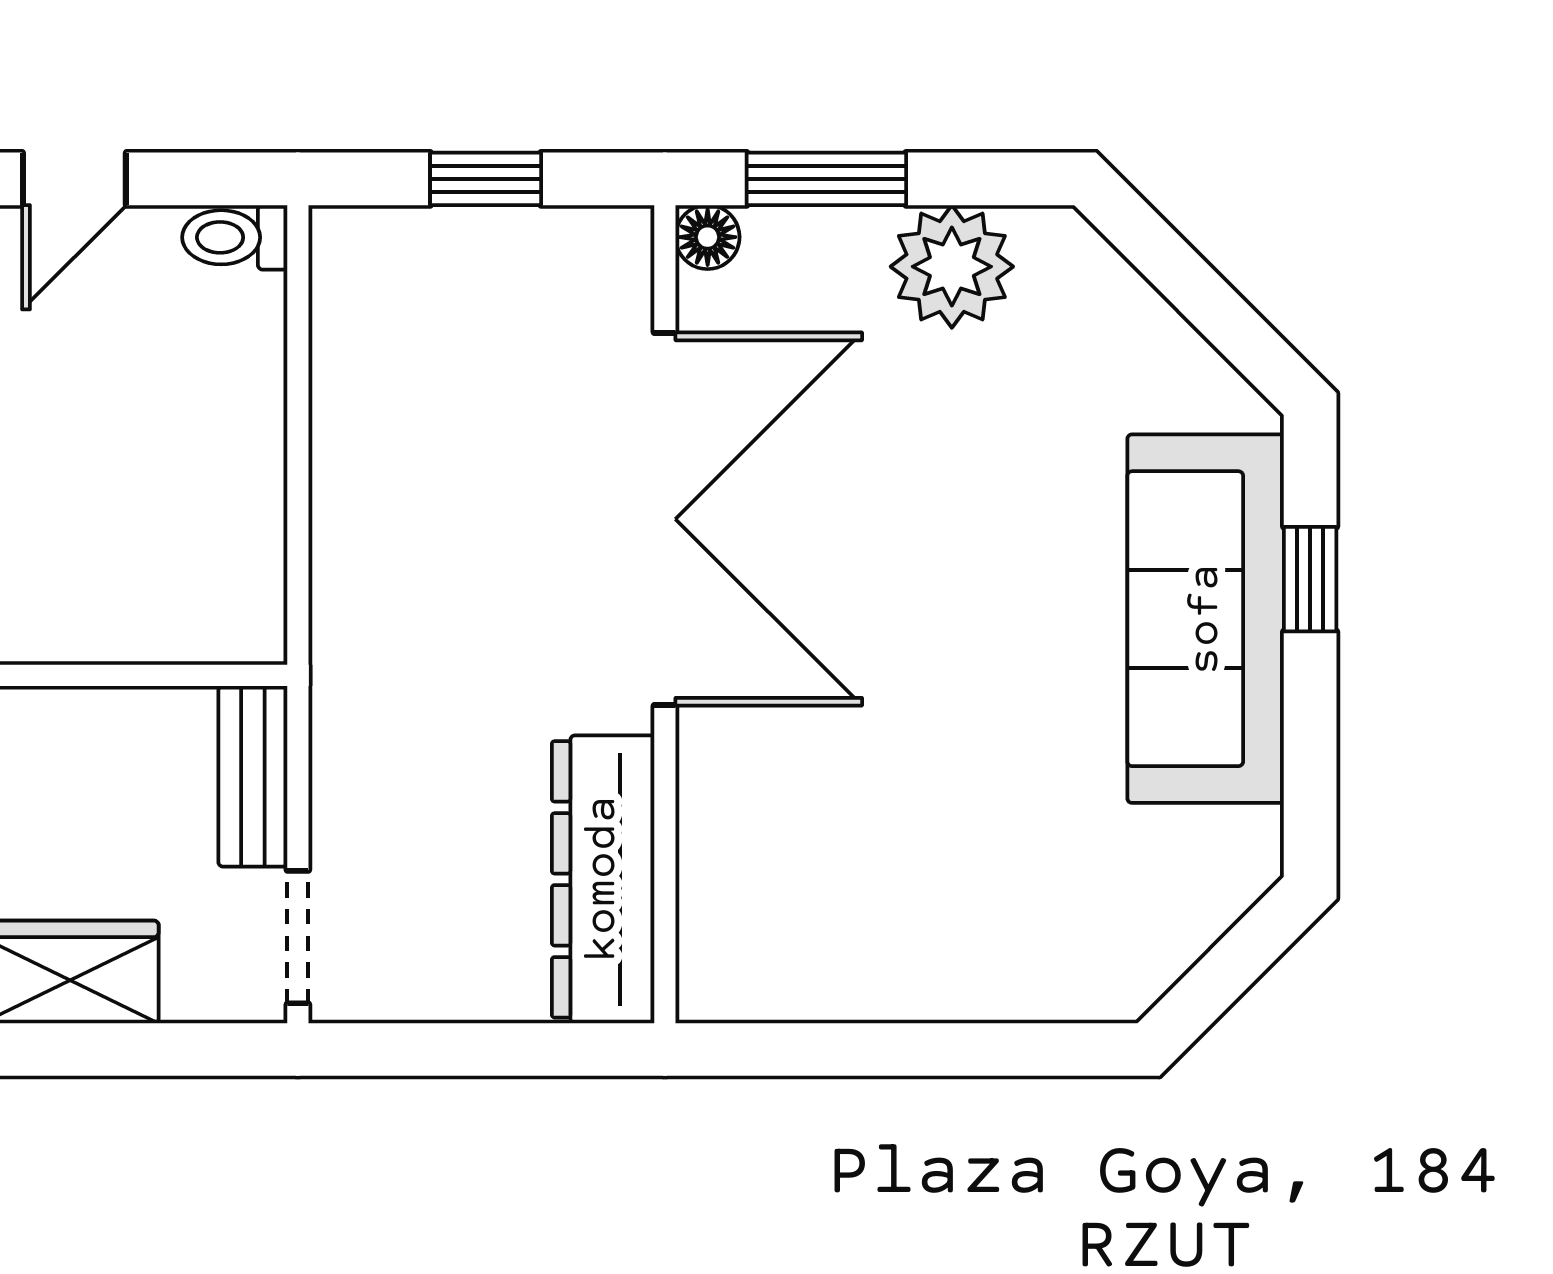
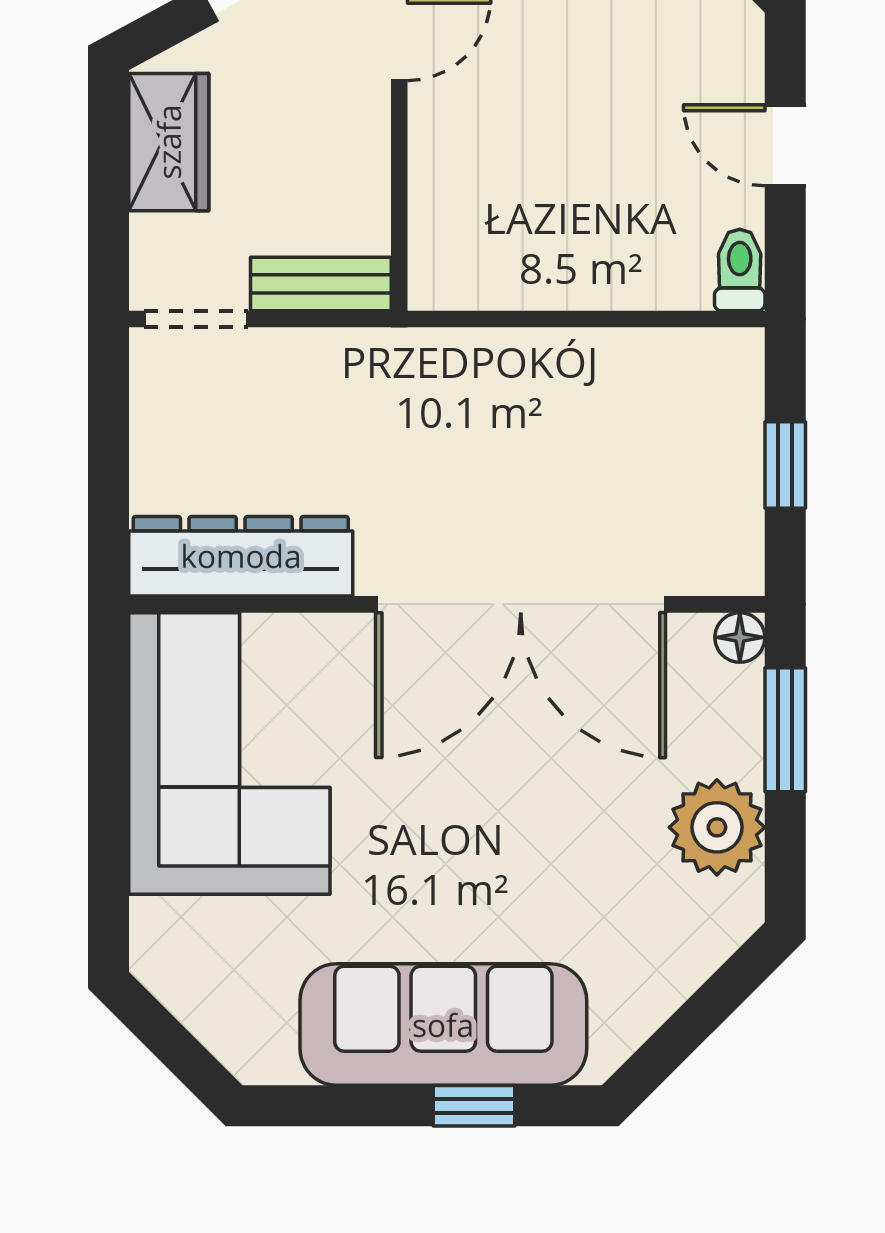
corner sofa: (857, 894) -> (229, 753), added

